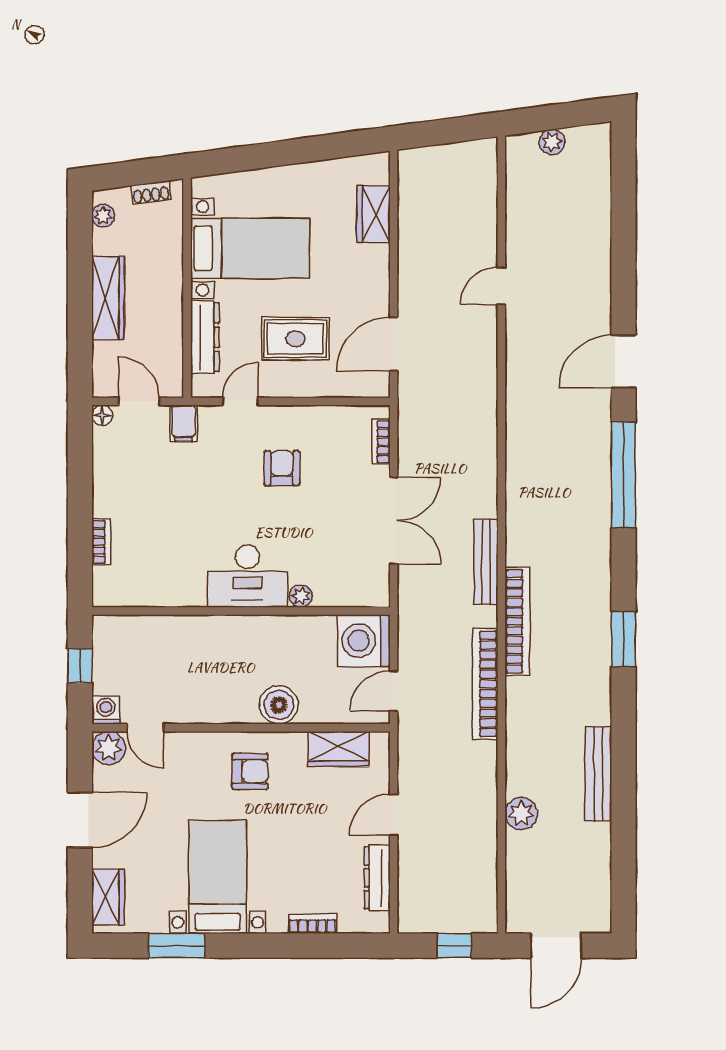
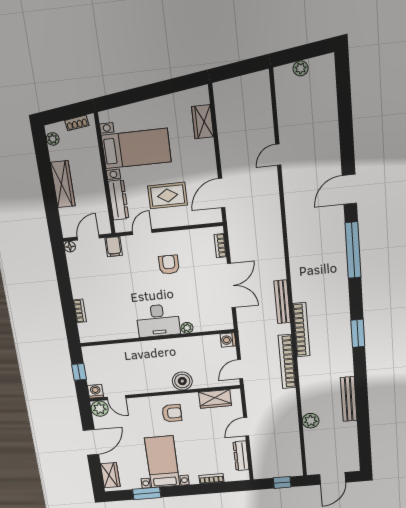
door: (139, 401) -> (88, 238), hinge flipped
washing machine: (364, 641) -> (228, 340), width x0.53, depth x0.53

